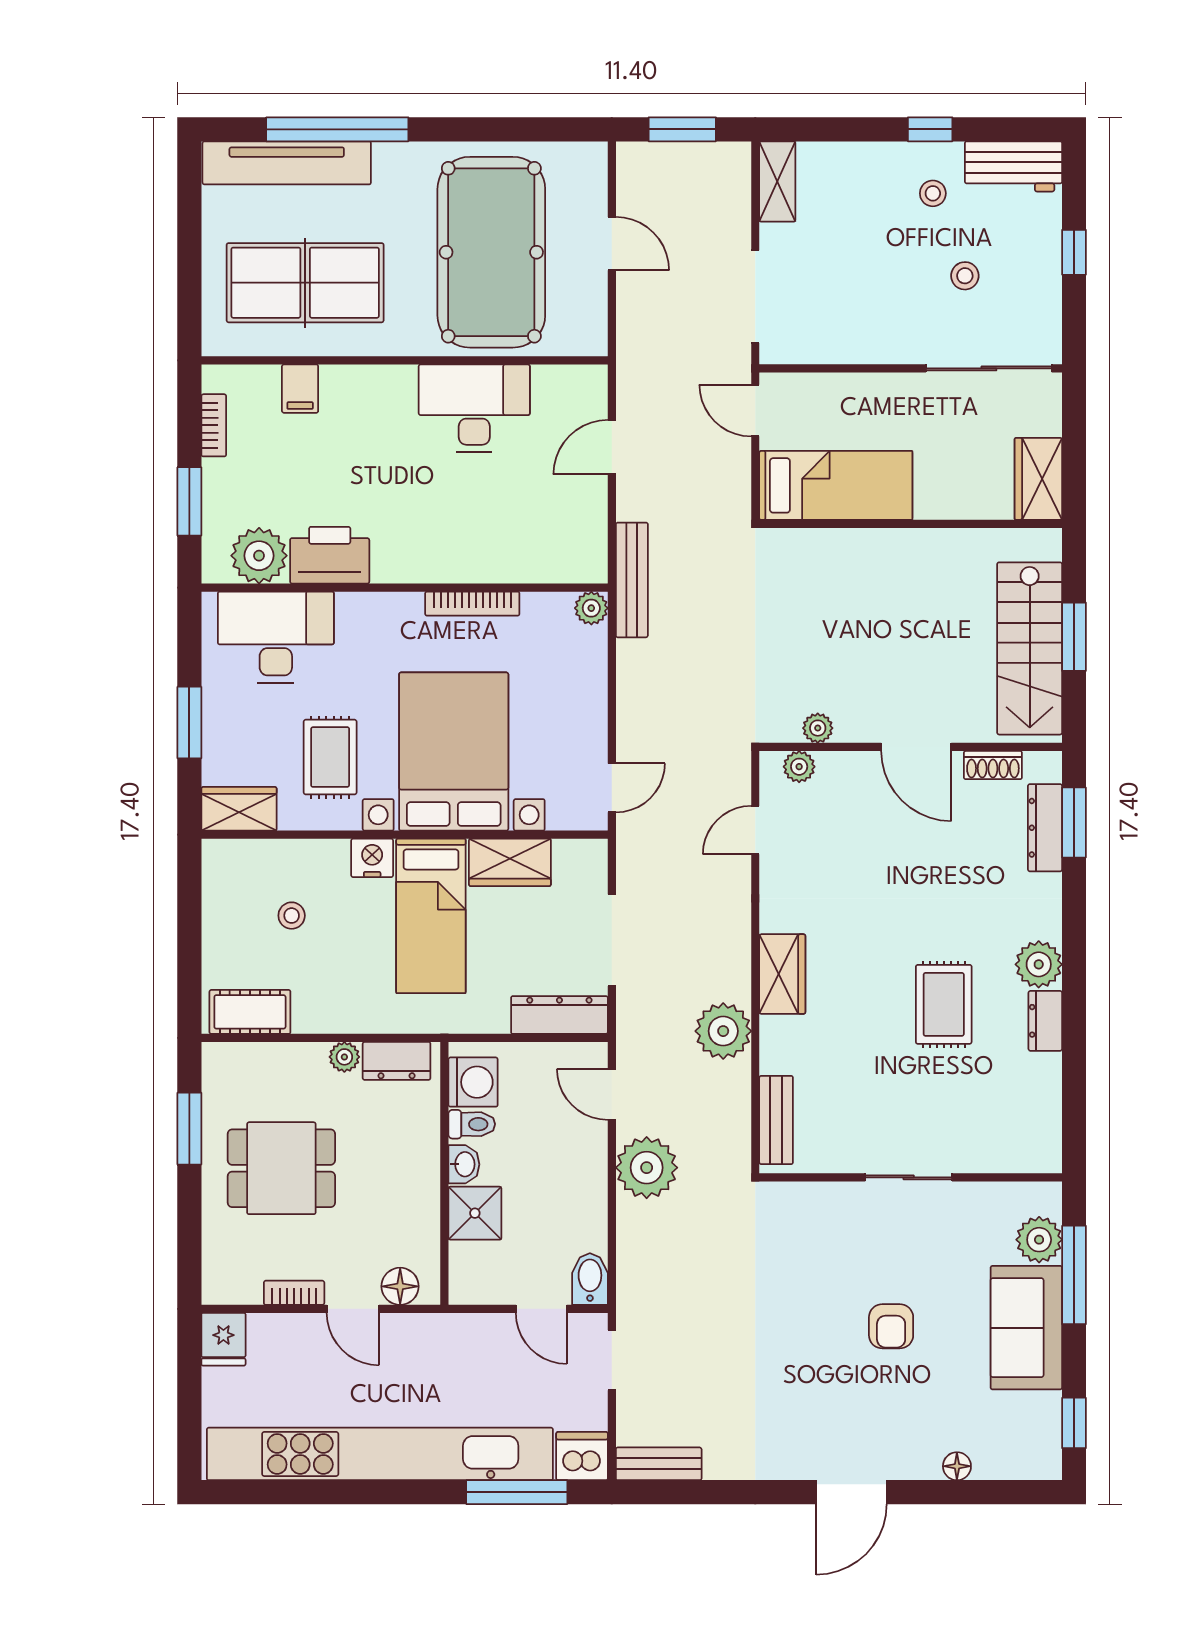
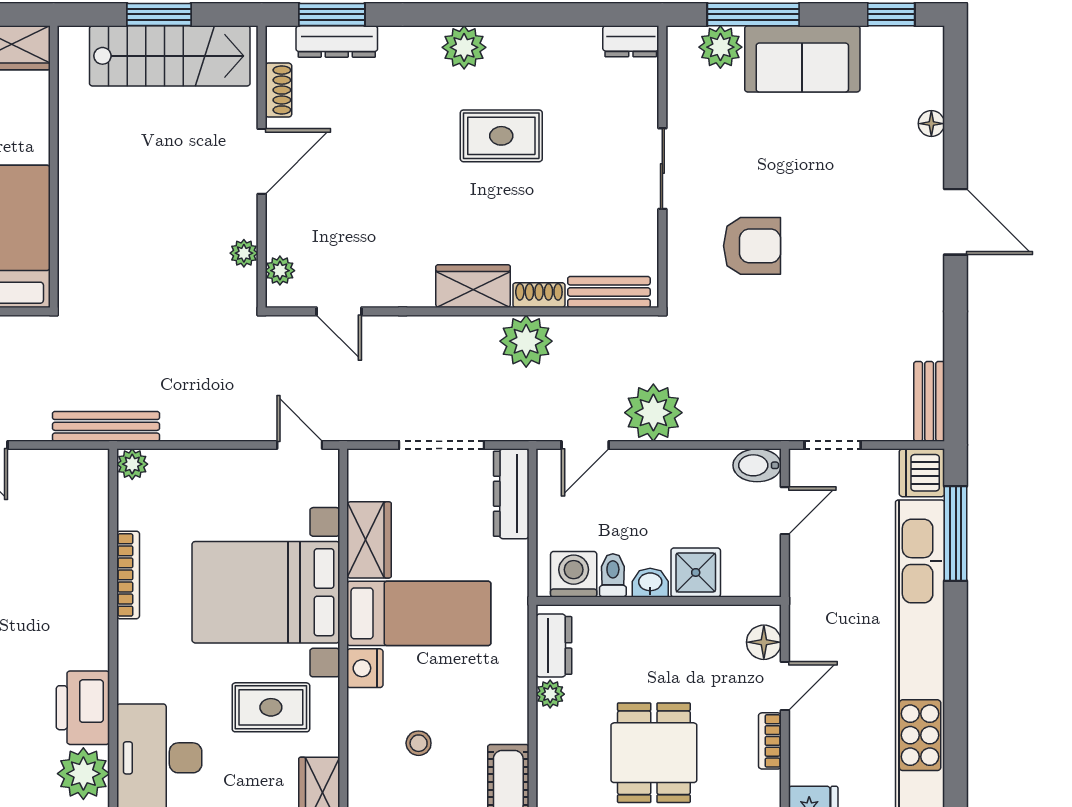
dresser: (1045, 1021) -> (631, 41), moved
shoe rack: (773, 1045) -> (539, 295), added
armchair: (891, 1326) -> (752, 246), moved, width x1.38, depth x1.38

